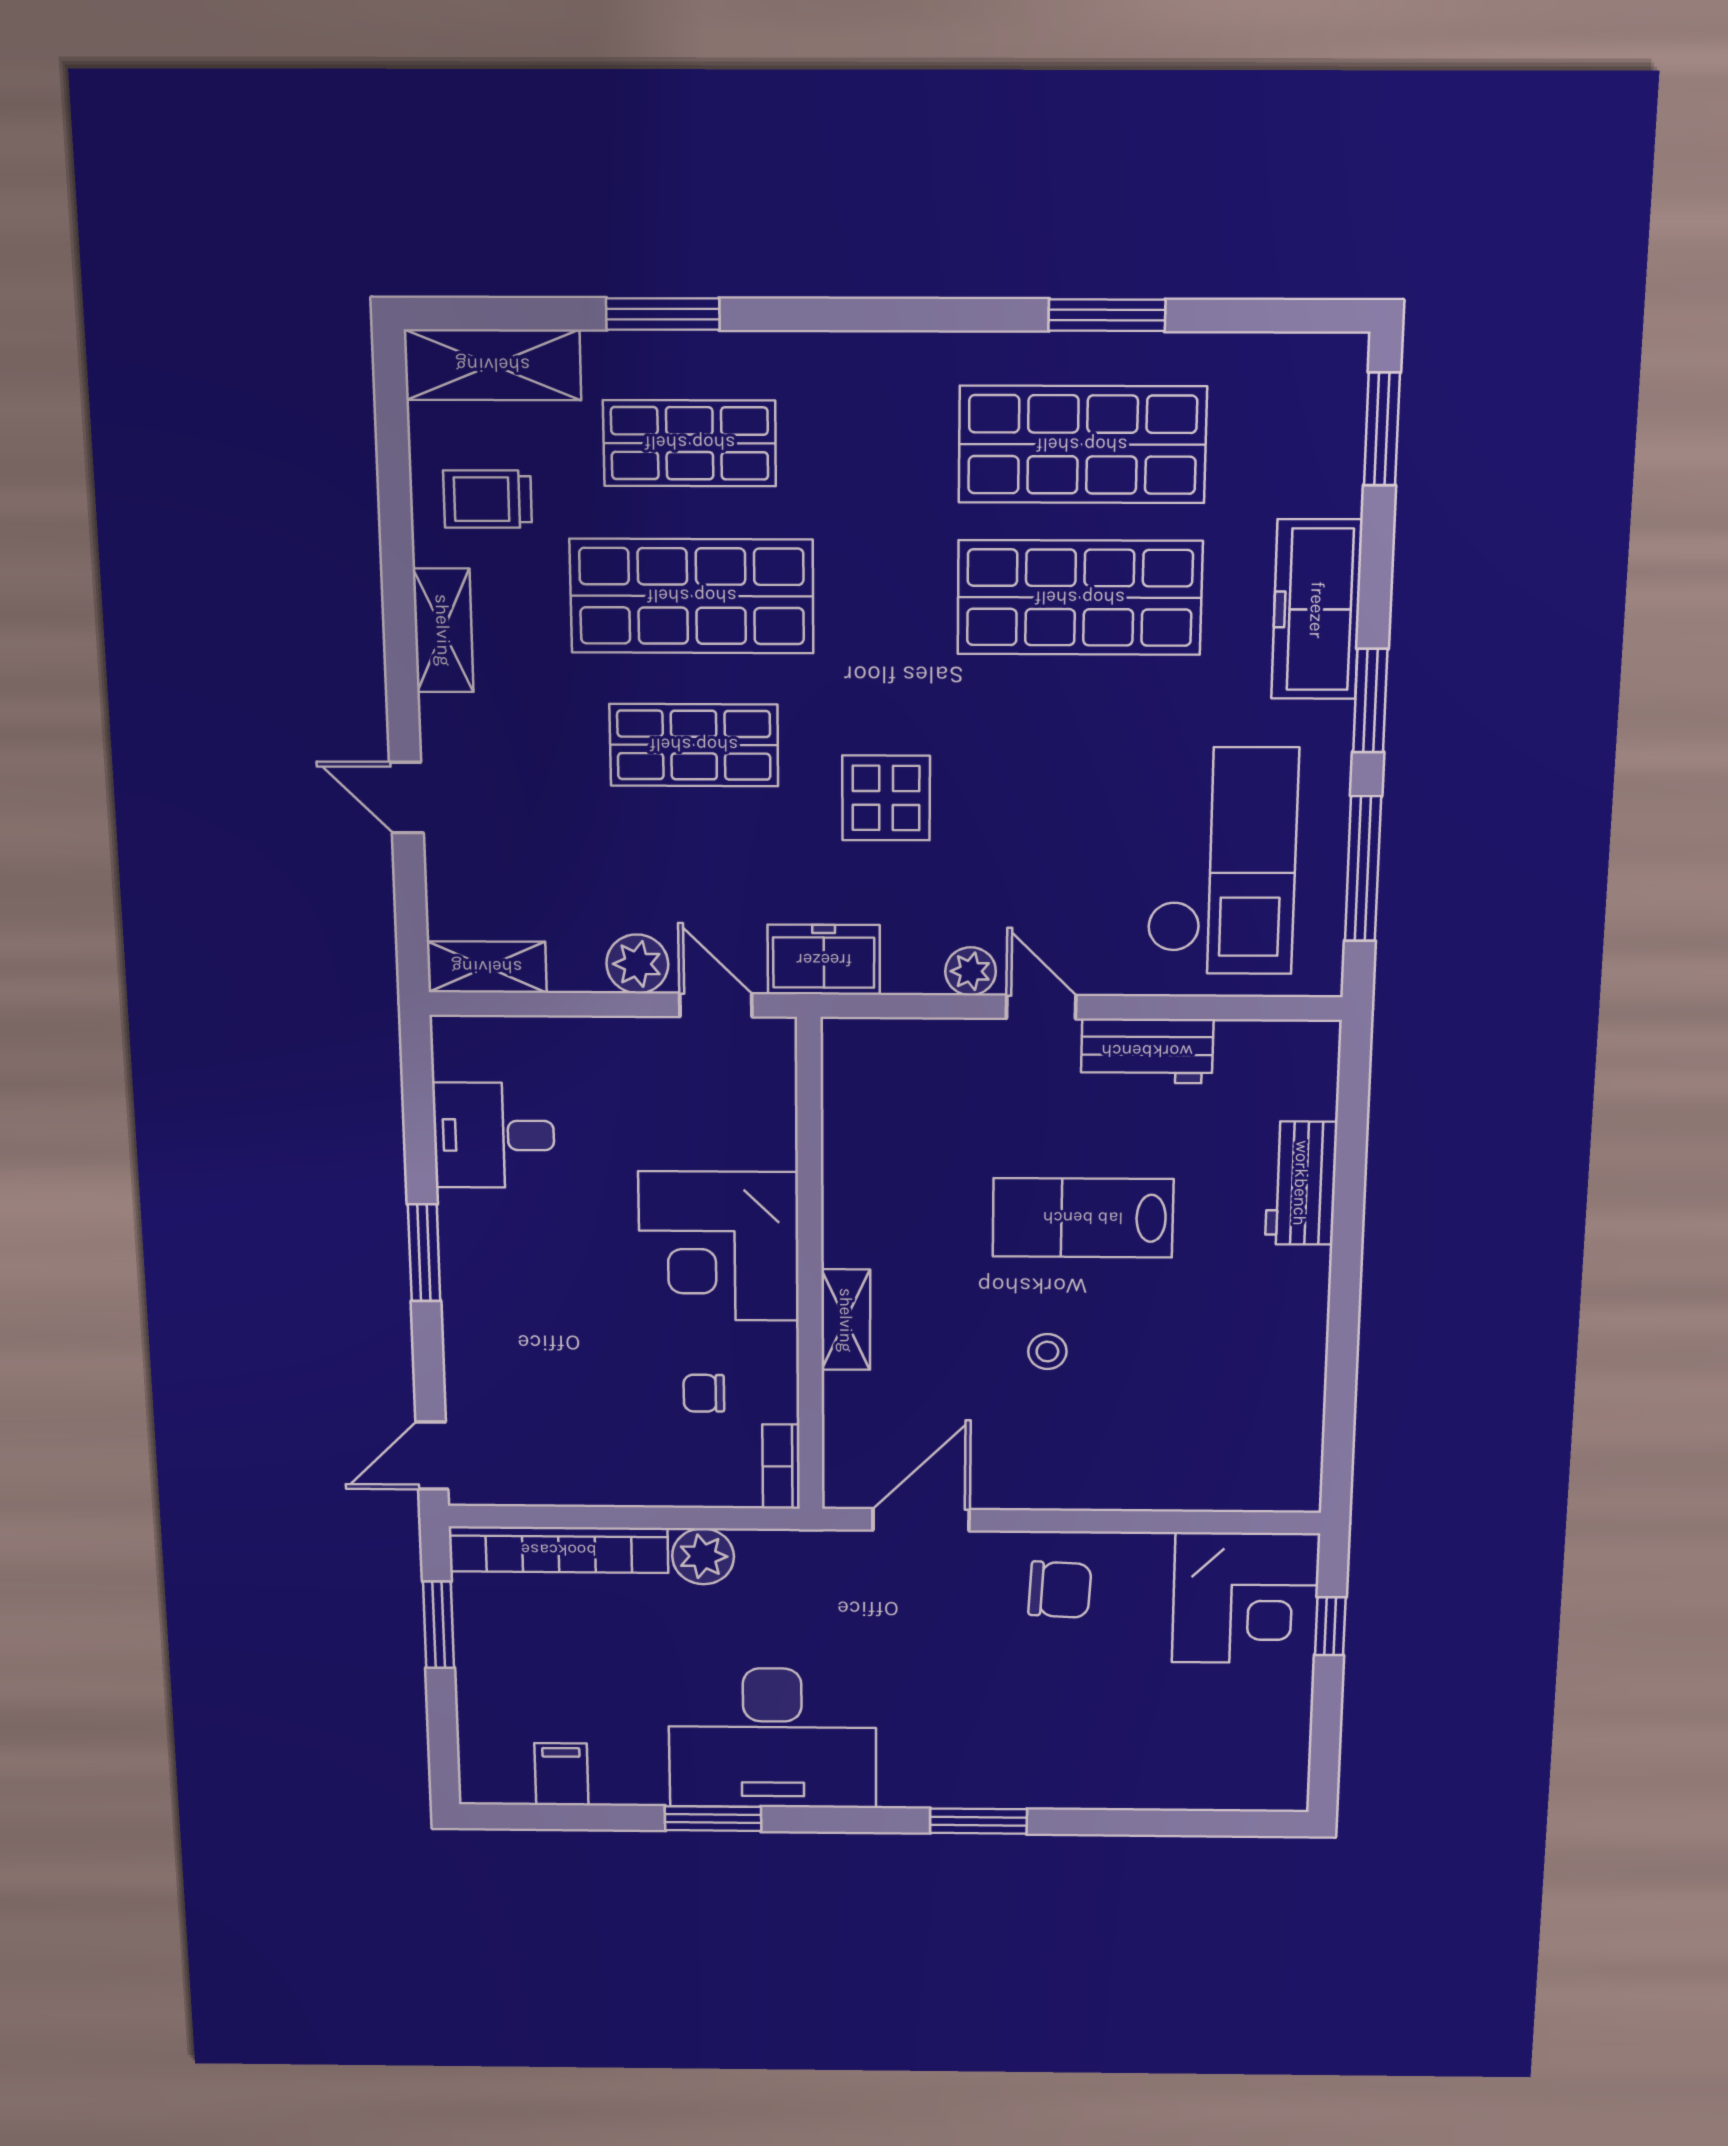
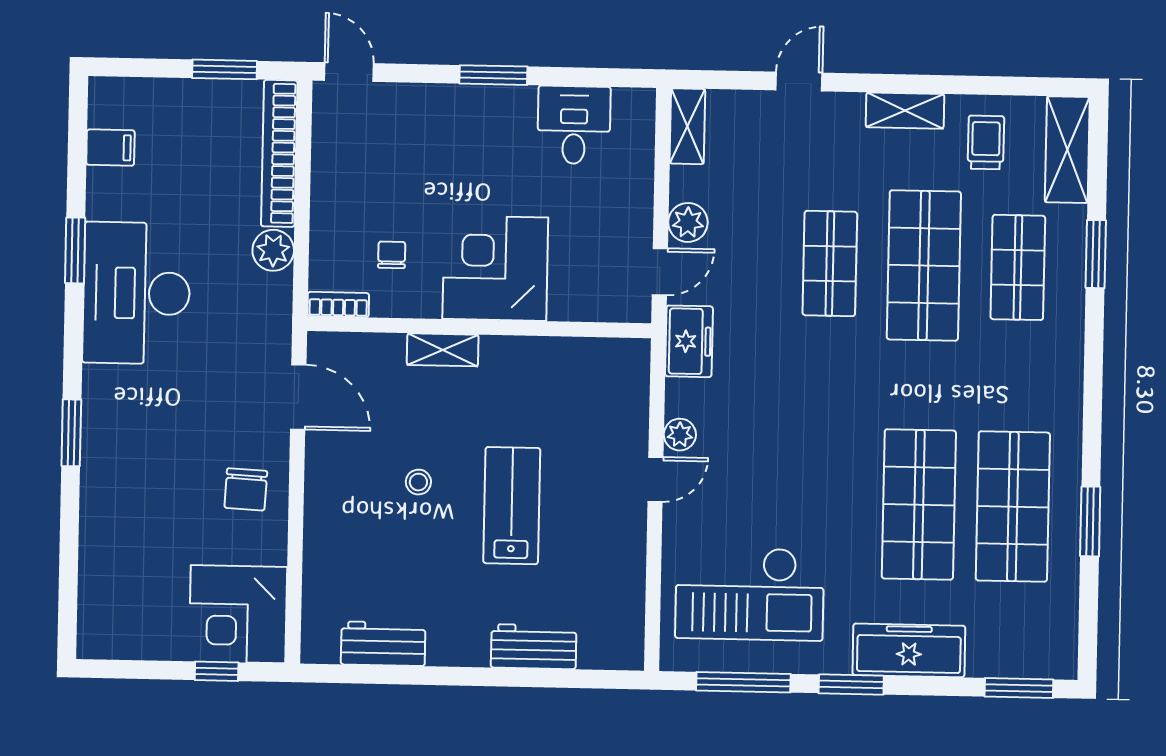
display table: (886, 798) -> (794, 383), removed
workbench: (1147, 1051) -> (383, 644), moved, turned 90

